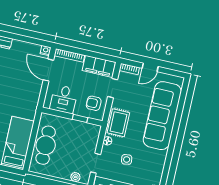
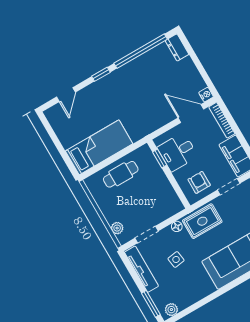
door: (48, 70) -> (191, 114), hinge flipped
window: (80, 118) -> (160, 159), moved
cafe table: (46, 145) -> (121, 174), width x0.73, depth x0.74

